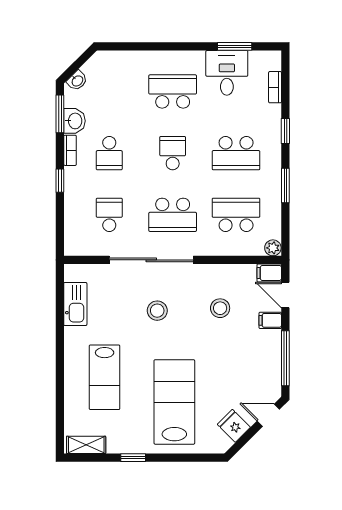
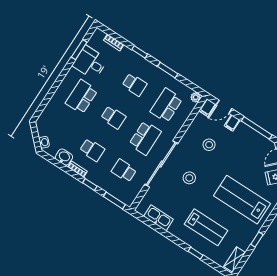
window: (60, 114) -> (114, 200), moved
school desk: (173, 153) -> (113, 117), turned 180
school desk: (236, 153) -> (135, 85), width x0.54
window: (60, 386) -> (196, 253), added

